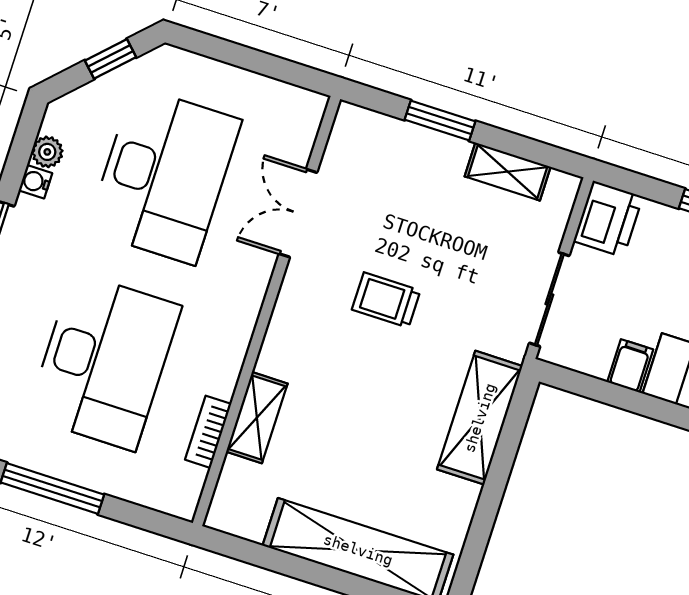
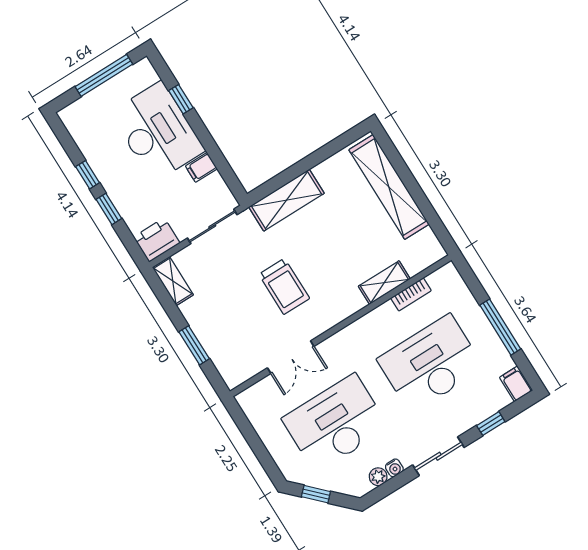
shelving: (508, 172) -> (173, 281), moved
trolley: (386, 300) -> (284, 286), width x1.36, depth x1.39

